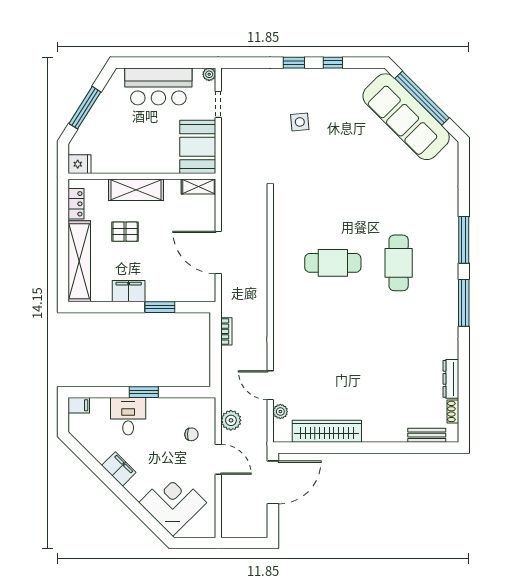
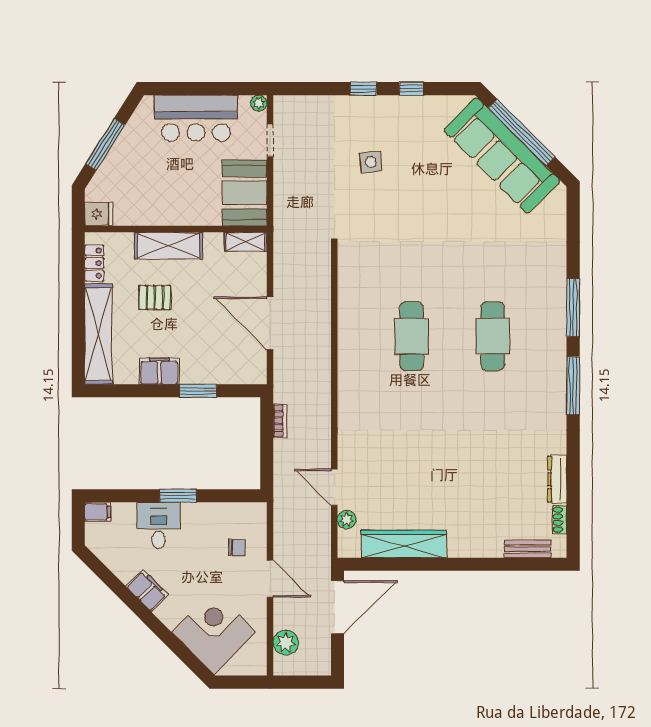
cafe table: (333, 263) -> (412, 336), turned 90
plant: (231, 420) -> (286, 643), moved

